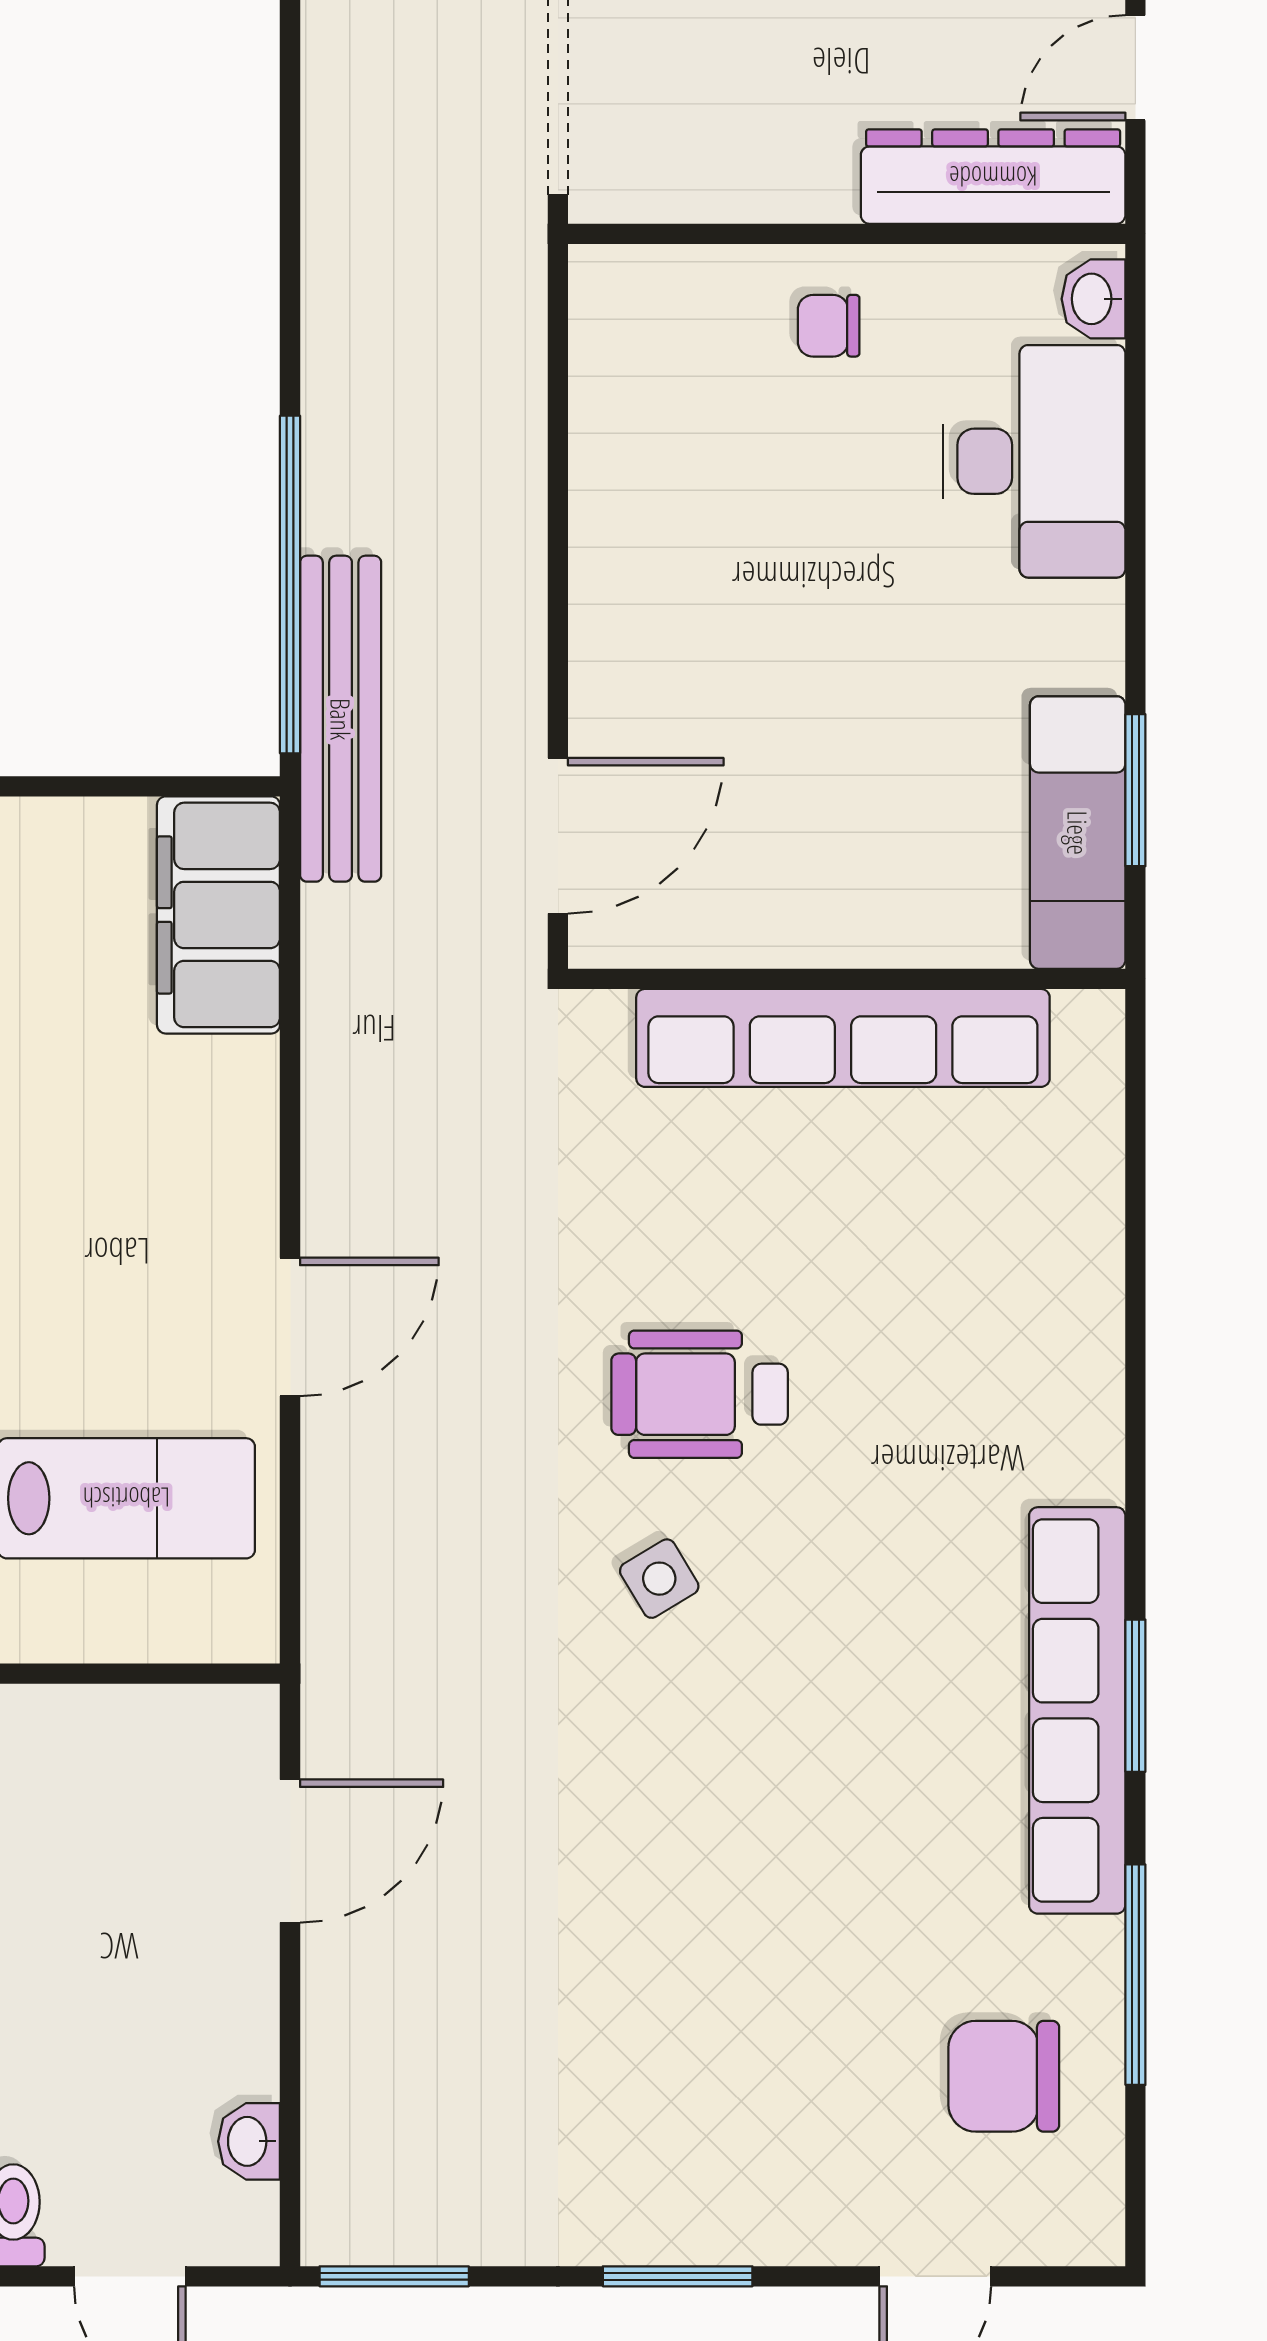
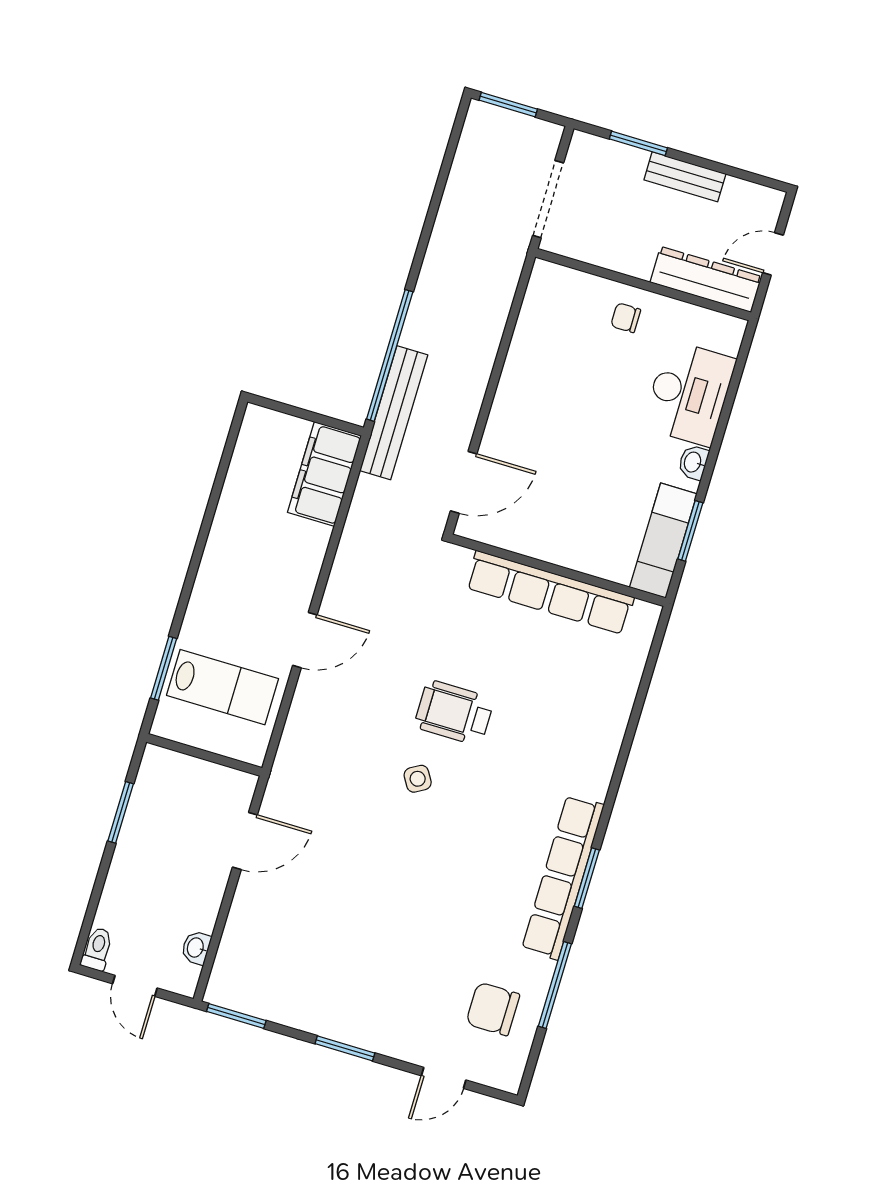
washbasin: (1093, 299) -> (693, 462), moved

